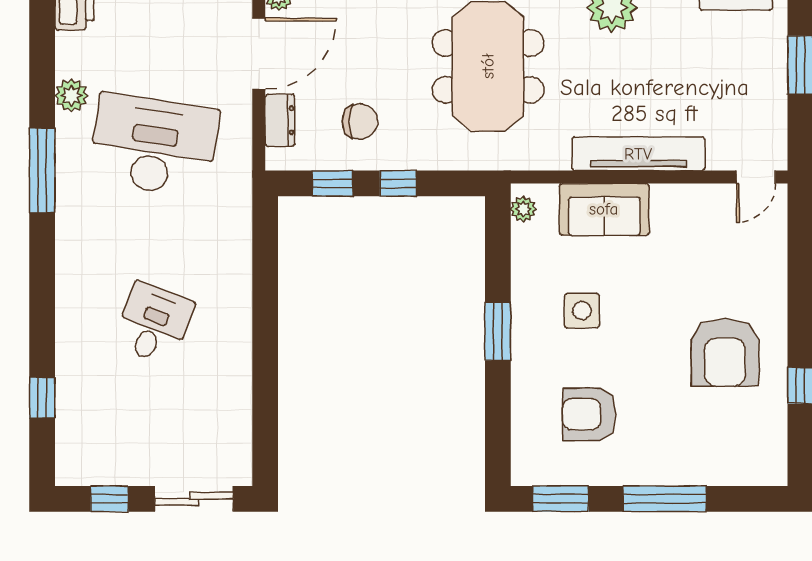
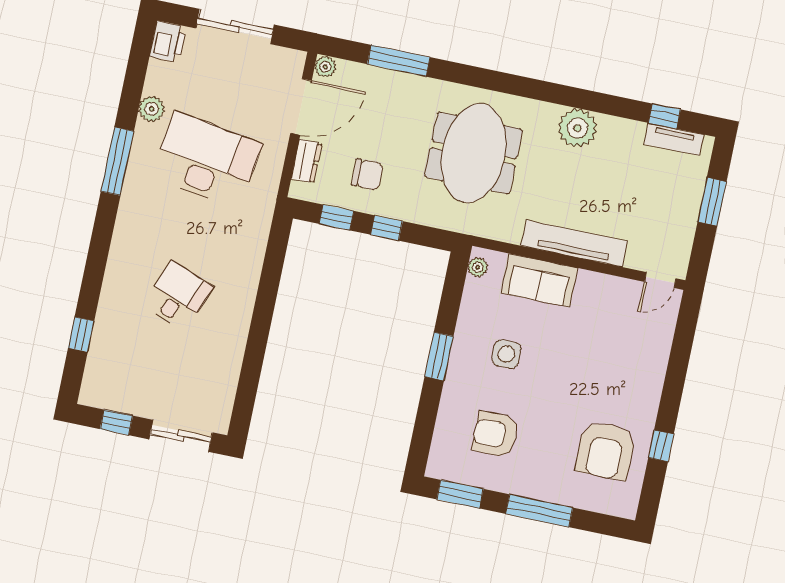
armchair: (725, 353) -> (605, 450), moved

